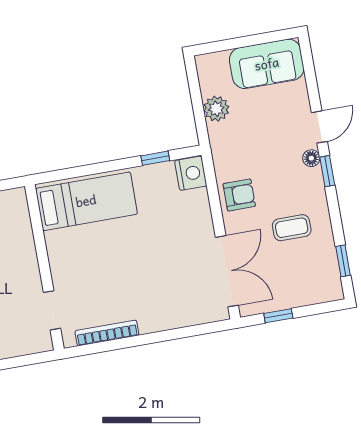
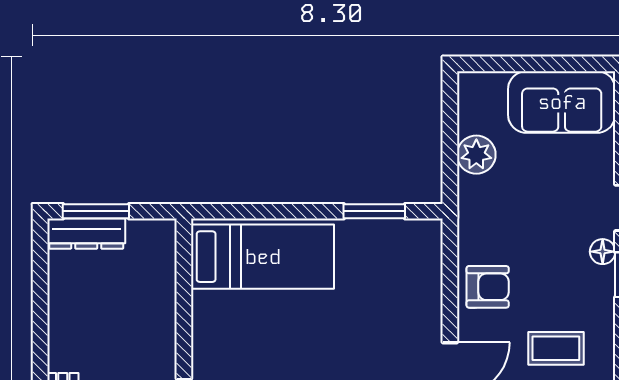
window: (155, 158) -> (374, 211), width x1.50
nightstand: (191, 173) -> (422, 242), removed

